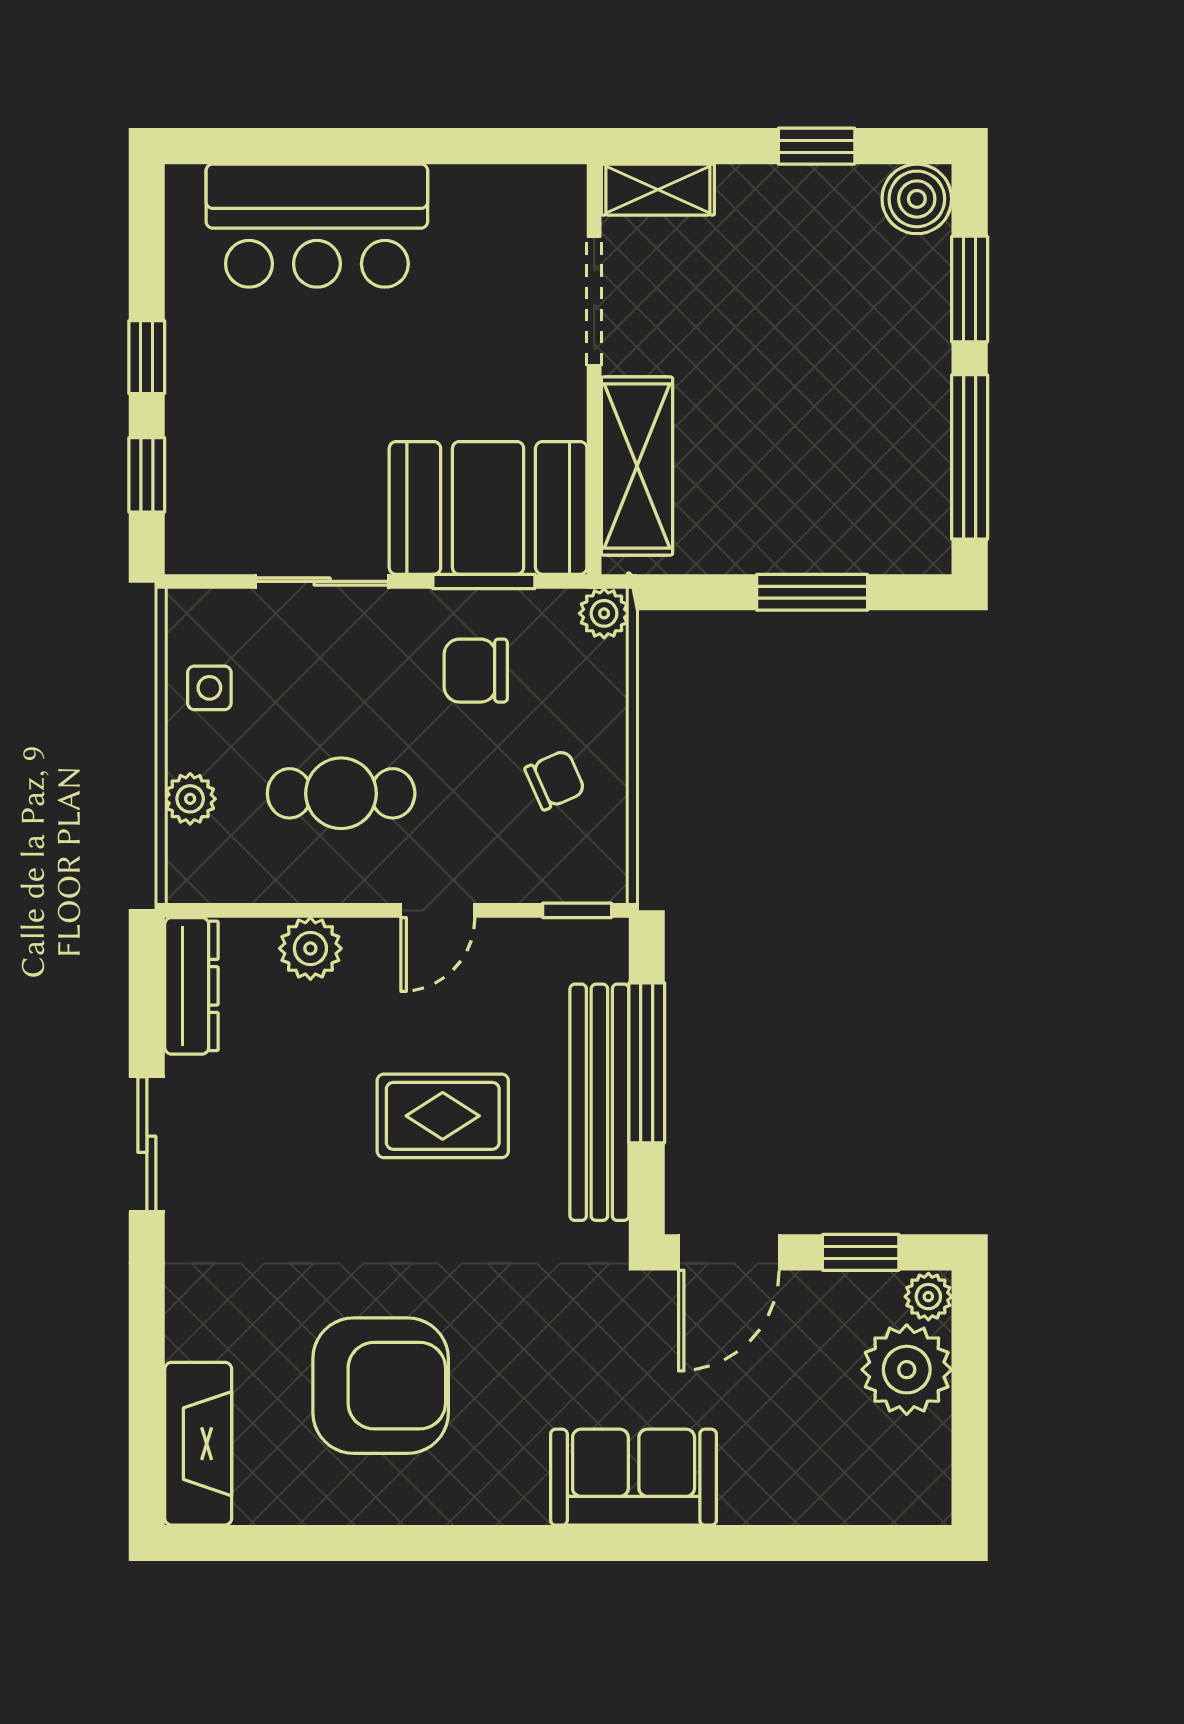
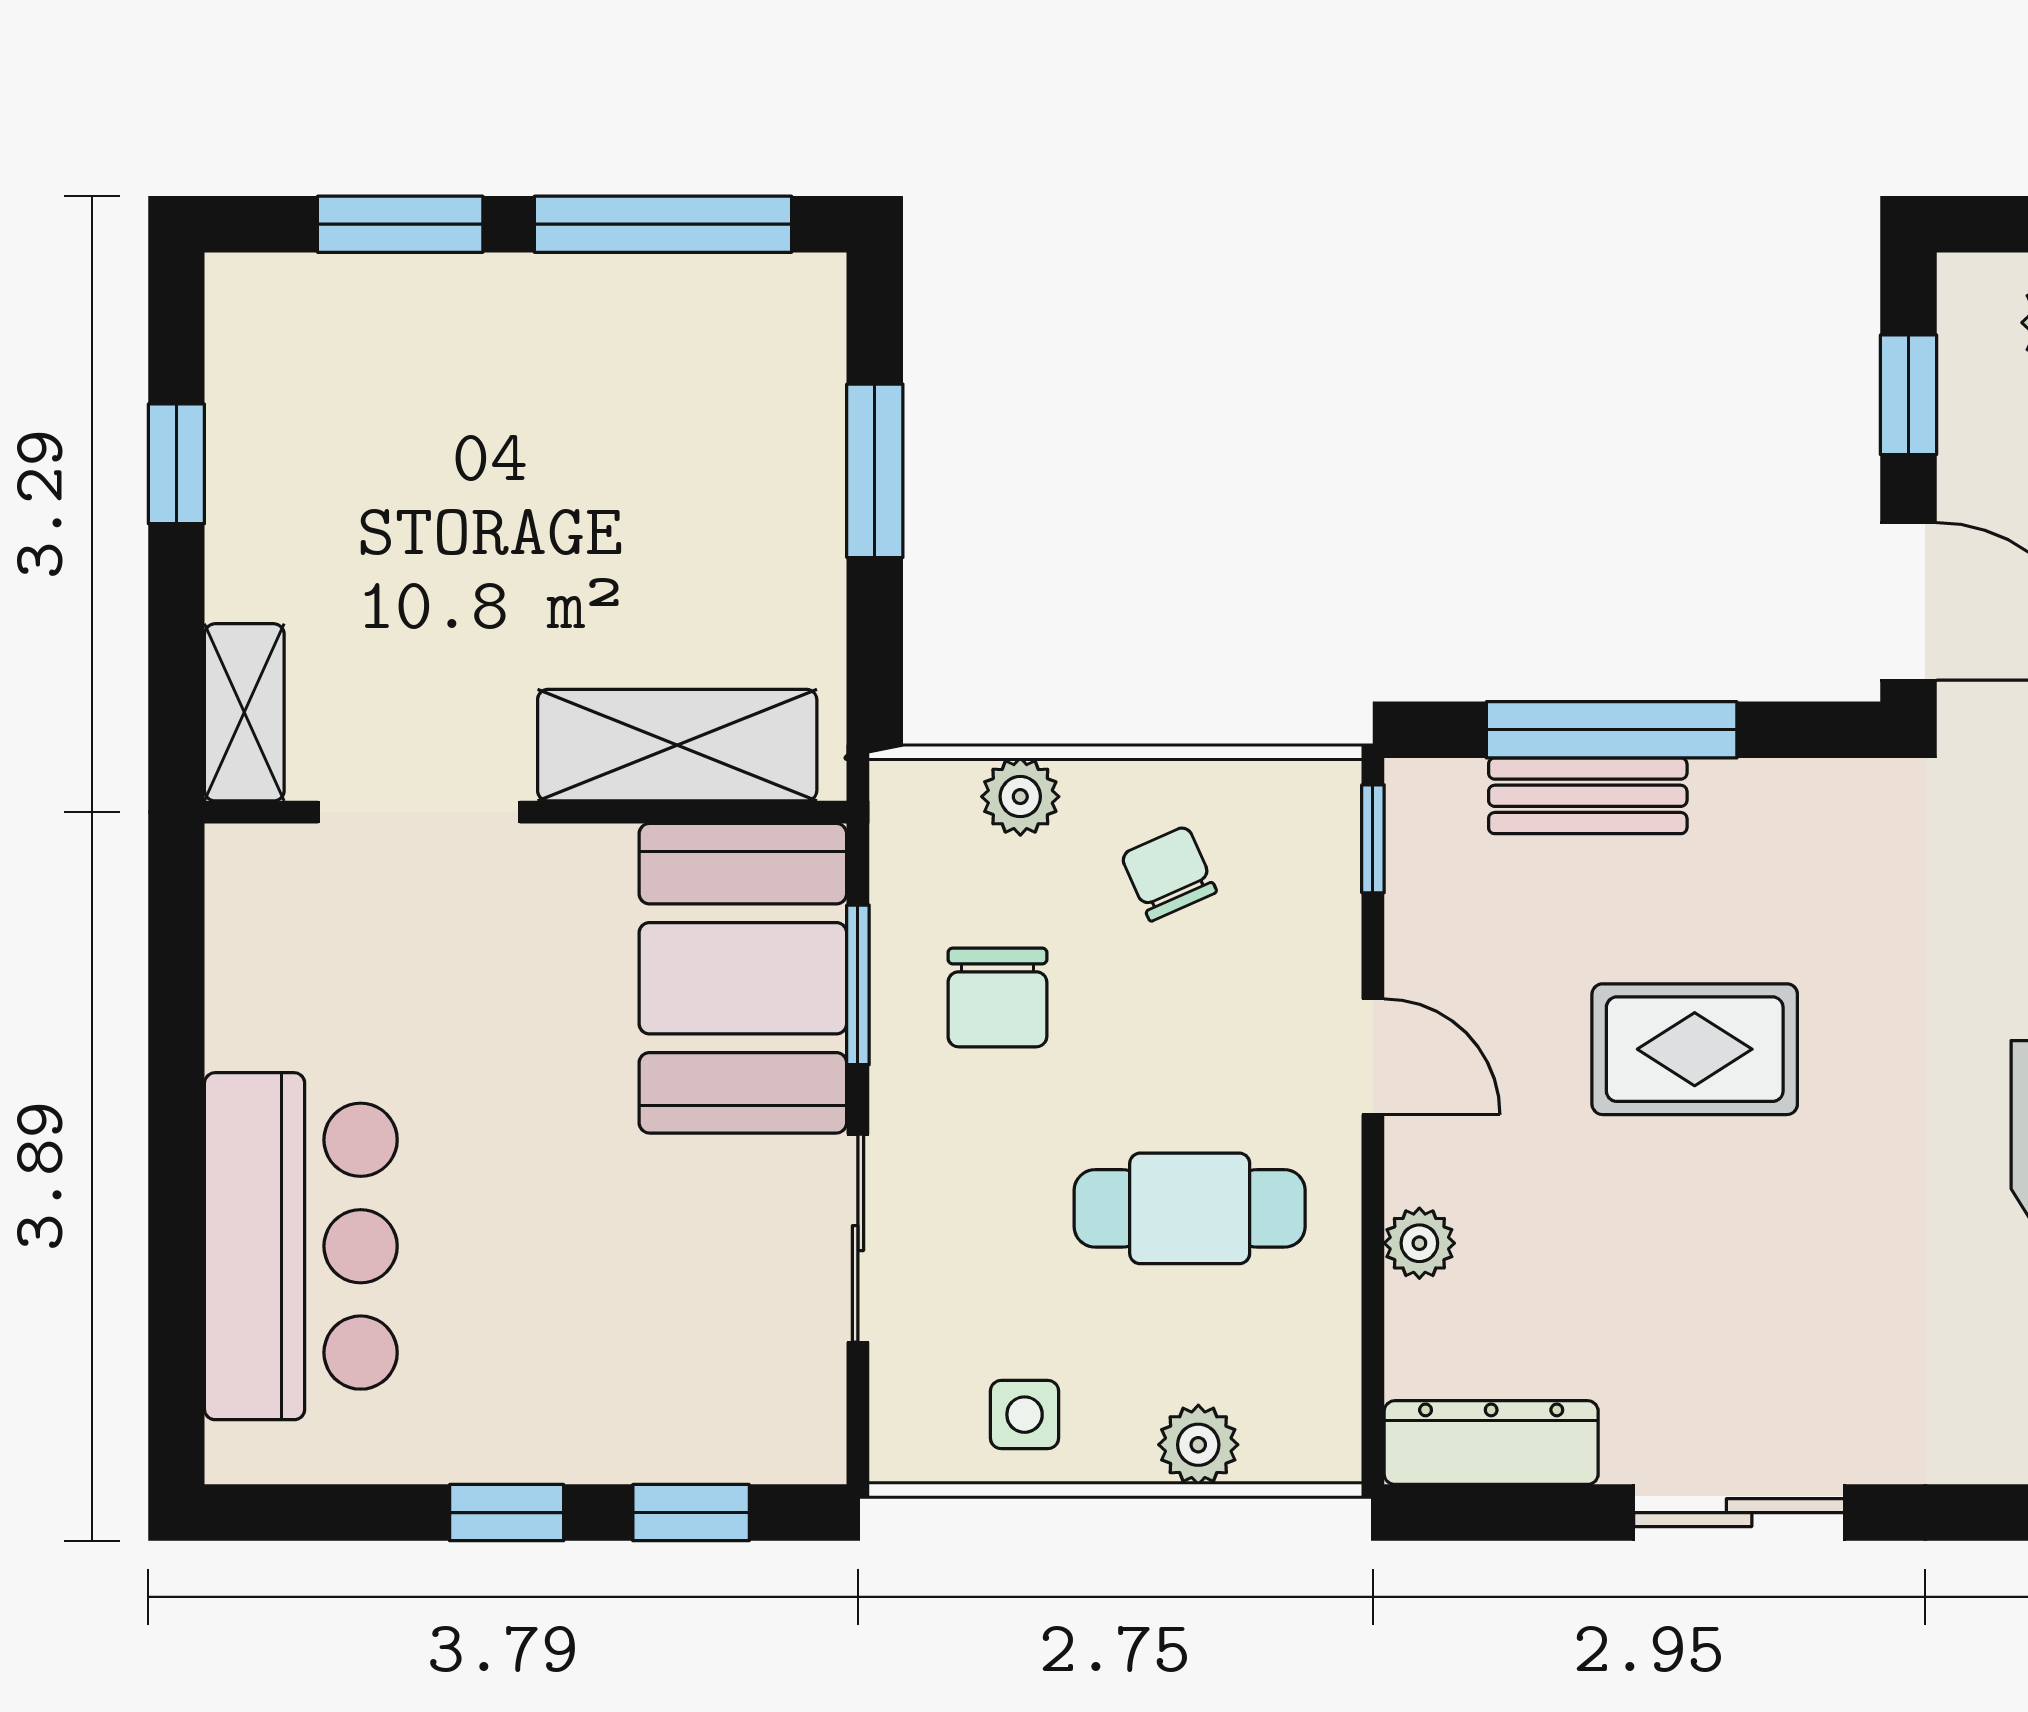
boiler: (917, 199) -> (259, 307), removed
plant: (604, 613) -> (1020, 797), moved
cafe table: (341, 793) -> (1190, 1208), turned 90
plant: (310, 948) -> (1419, 1243), width x0.73, depth x0.73
bench: (599, 1102) -> (1588, 796), width x0.54, depth x0.82
rug: (443, 1116) -> (1695, 1049), turned 90
plant: (928, 1297) -> (1978, 289), removed

